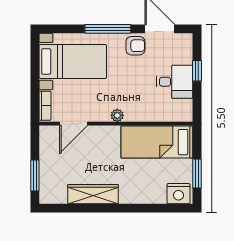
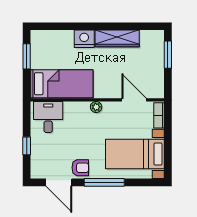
armchair: (135, 46) -> (80, 168), turned 180
desk: (175, 82) -> (48, 117), moved, turned 90
door: (74, 124) -> (134, 100), hinge flipped
nightstand: (178, 194) -> (84, 39), moved

